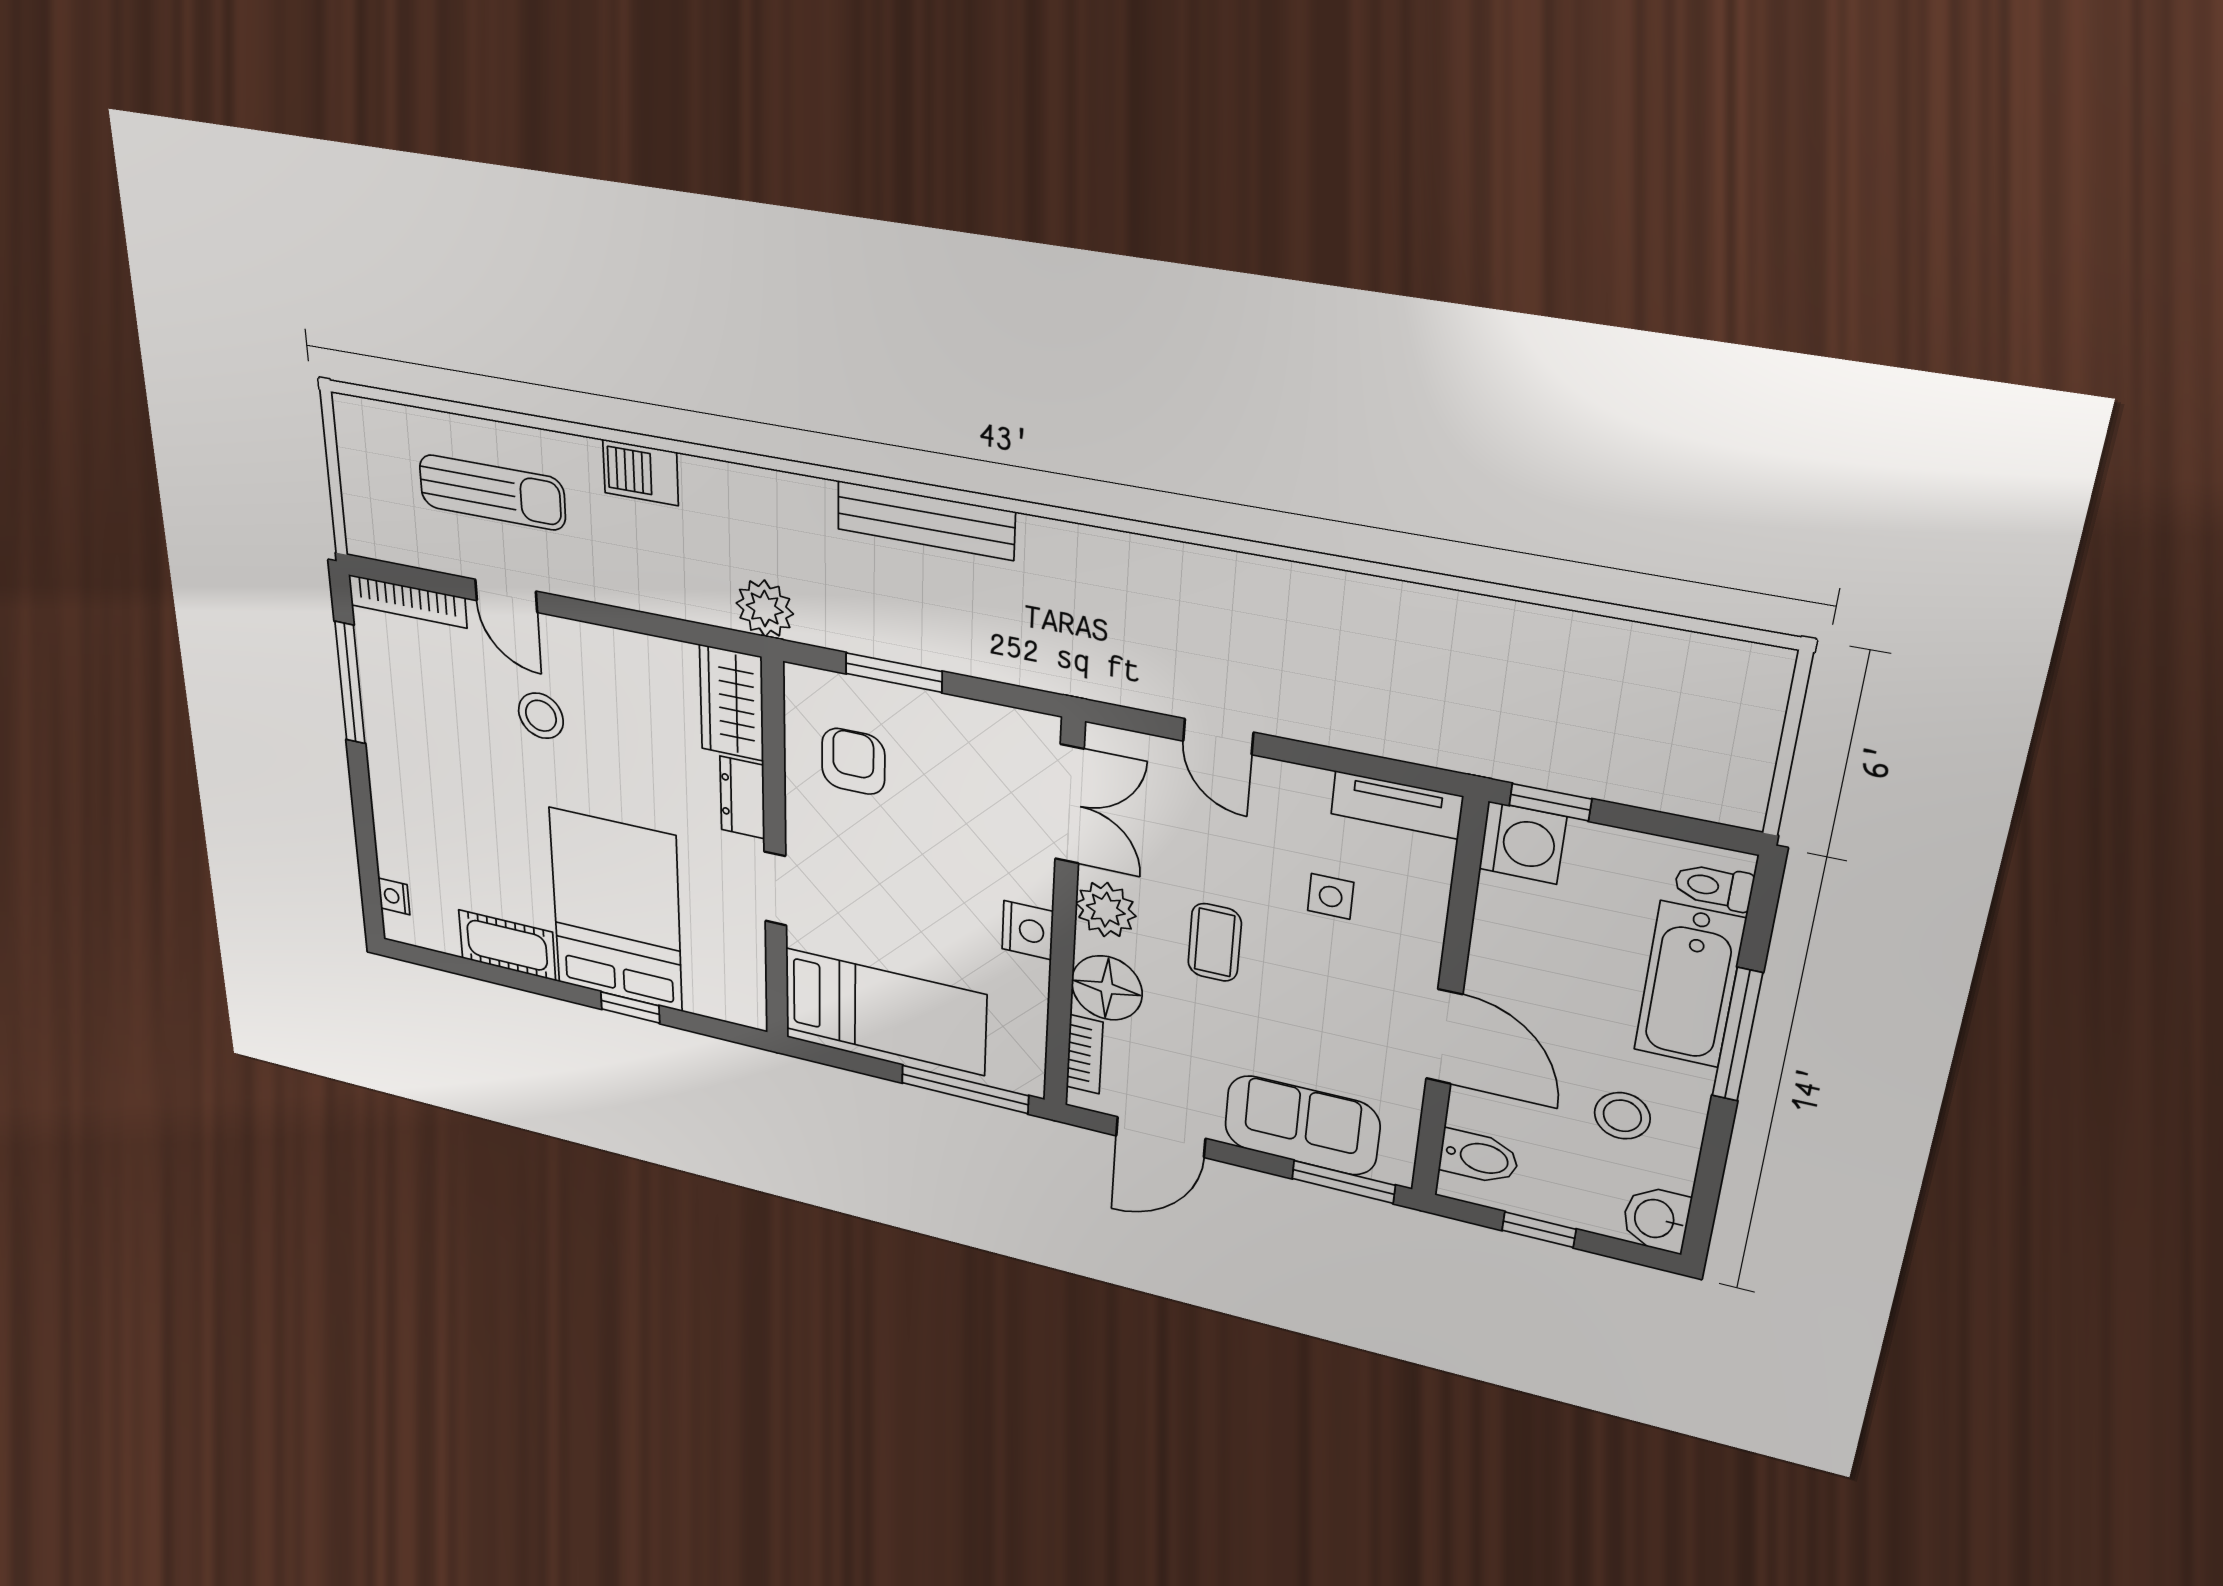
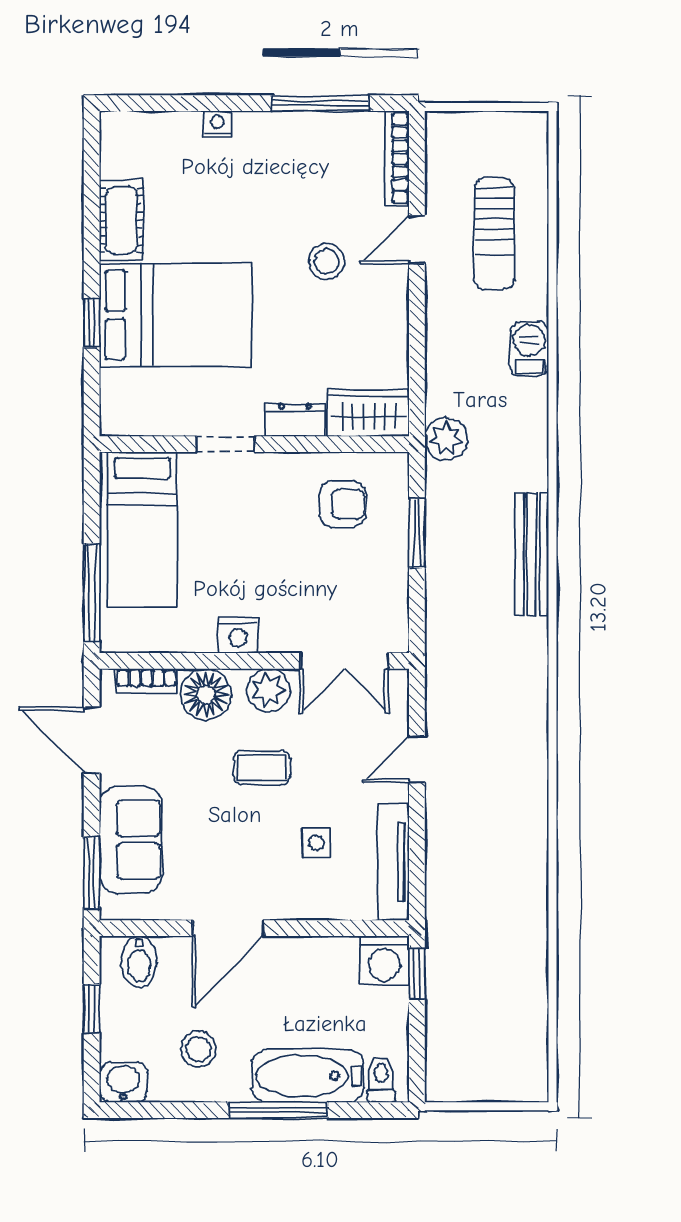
tv unit: (1397, 805) -> (393, 862), width x1.41
nightstand: (394, 896) -> (217, 124), moved

